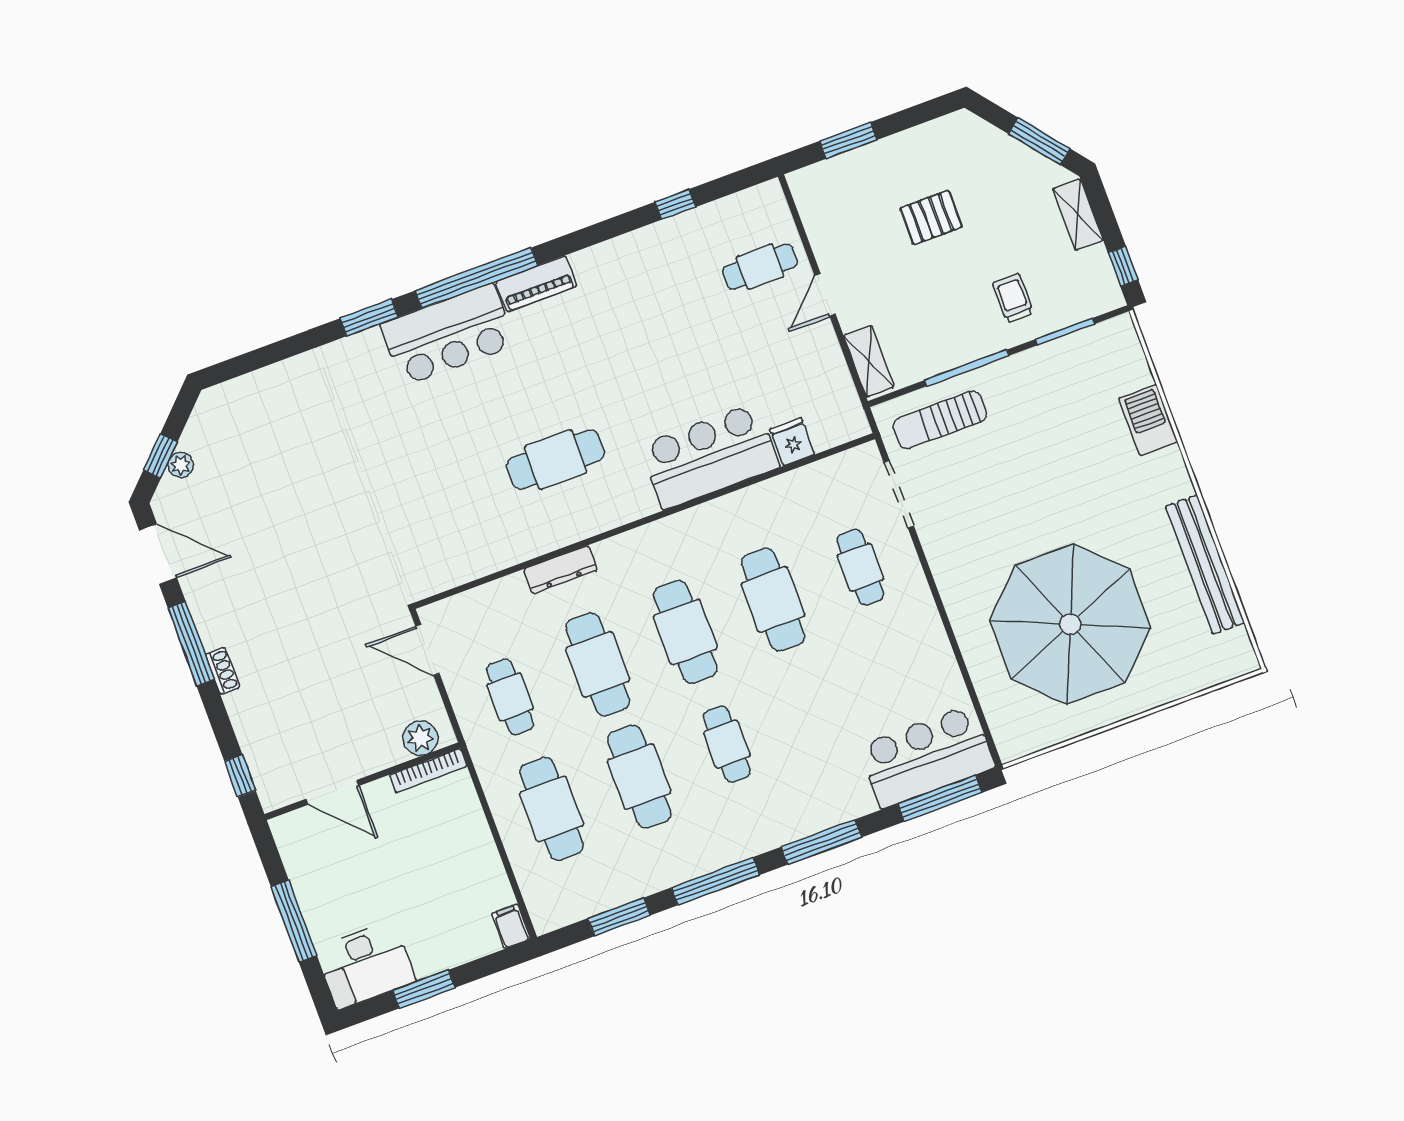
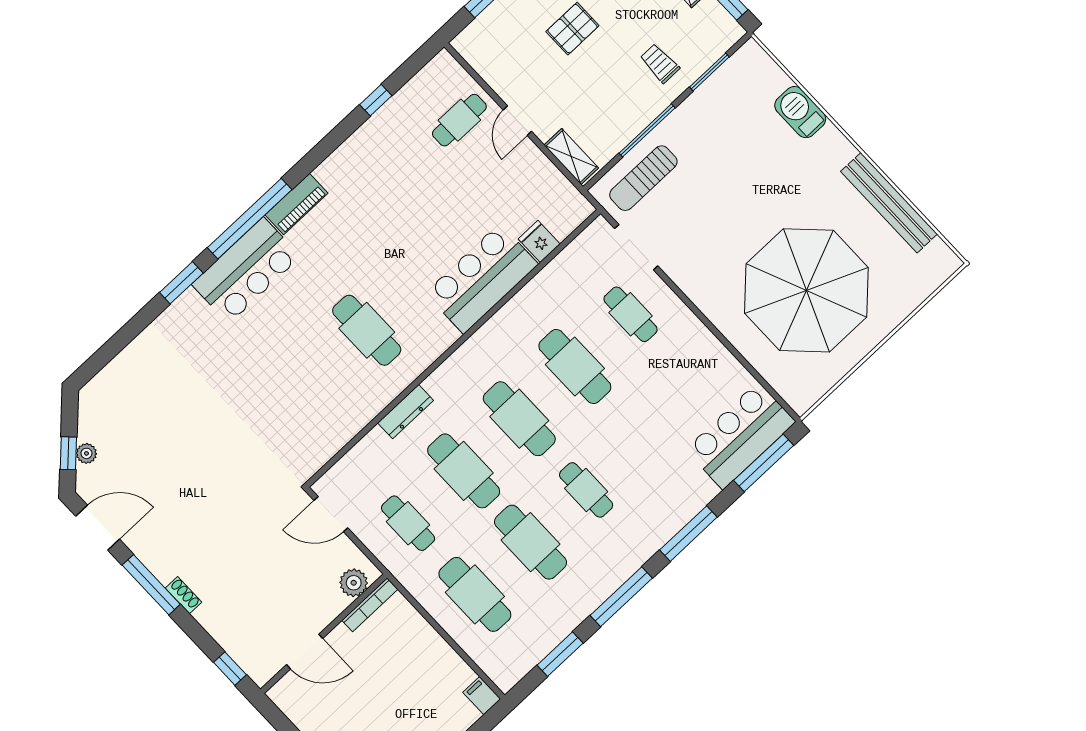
cafe table: (555, 460) -> (367, 330), turned 90

